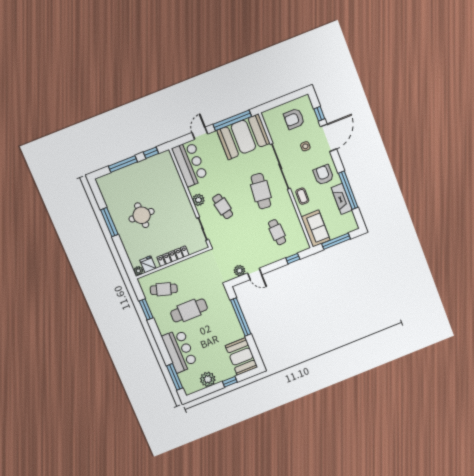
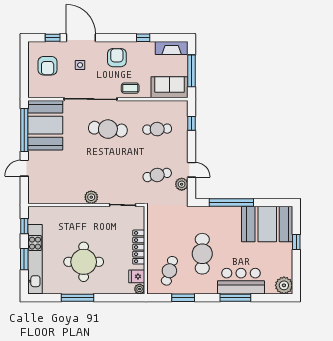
door: (200, 133) -> (24, 168), hinge flipped
window: (123, 164) -> (24, 259), width x0.69
bar counter: (190, 164) -> (51, 191), removed
kitchen unit: (127, 173) -> (35, 259), added
armchair: (323, 175) -> (117, 58), turned 90
window: (348, 190) -> (143, 38), width x0.32
fireplace: (342, 199) -> (172, 48), moved
cafe table: (223, 206) -> (157, 175), moved
round table: (142, 215) -> (84, 262), width x1.36, depth x1.36
door: (255, 274) -> (192, 170), hinge flipped
booth: (241, 356) -> (267, 224), width x1.36, depth x1.42
window: (175, 377) -> (235, 298), moved
plant: (208, 379) -> (284, 285), moved

